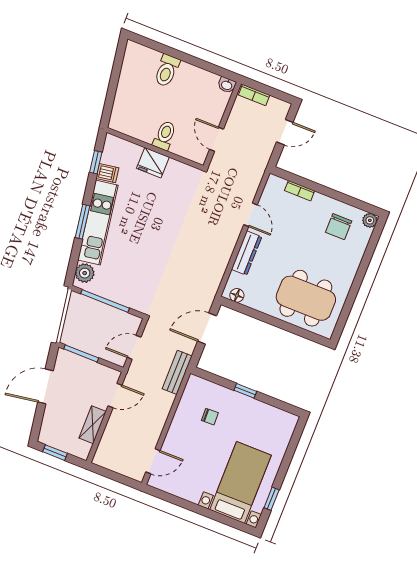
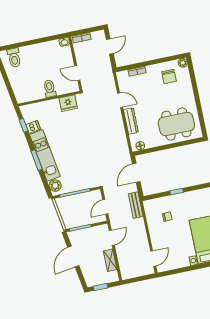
toilet: (167, 71) -> (14, 58), moved
fridge: (153, 163) -> (68, 103), moved

